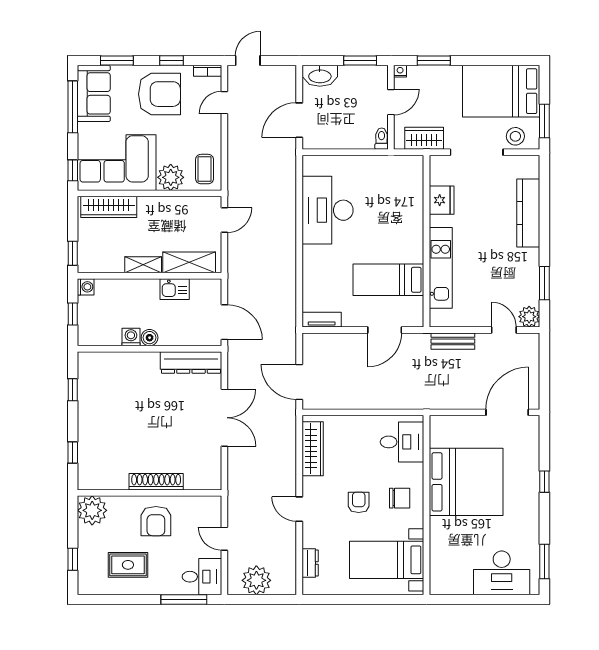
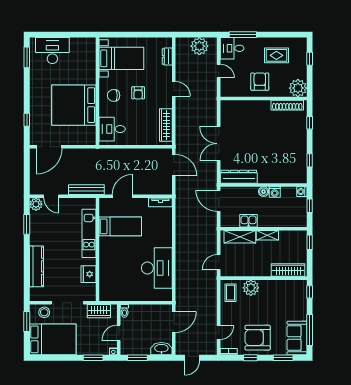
door: (248, 60) -> (192, 358), moved
corner sofa: (117, 163) -> (283, 297), removed
washing machine: (86, 287) -> (302, 192), moved
bench: (453, 341) -> (86, 190), width x1.36
shoe rack: (156, 482) -> (287, 105), moved
window: (544, 482) -> (27, 120), moved

